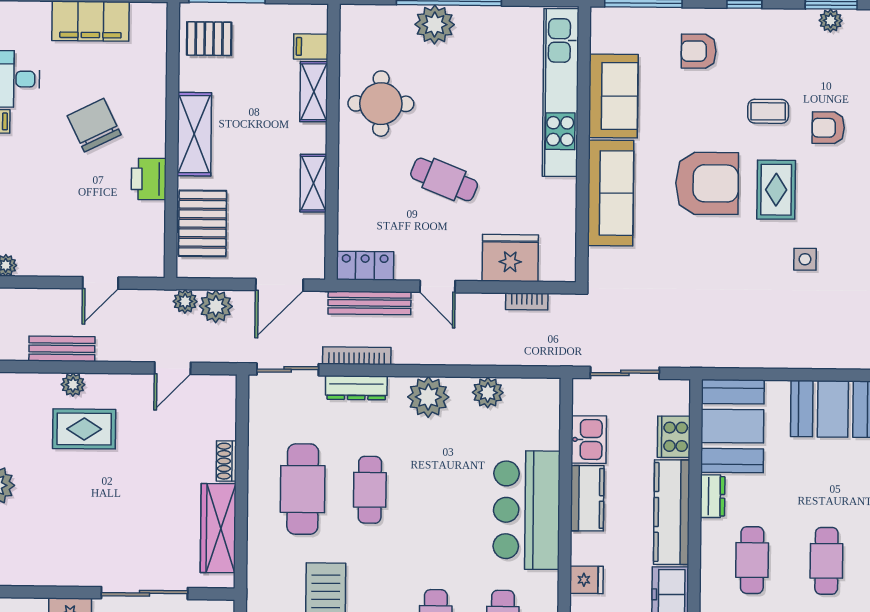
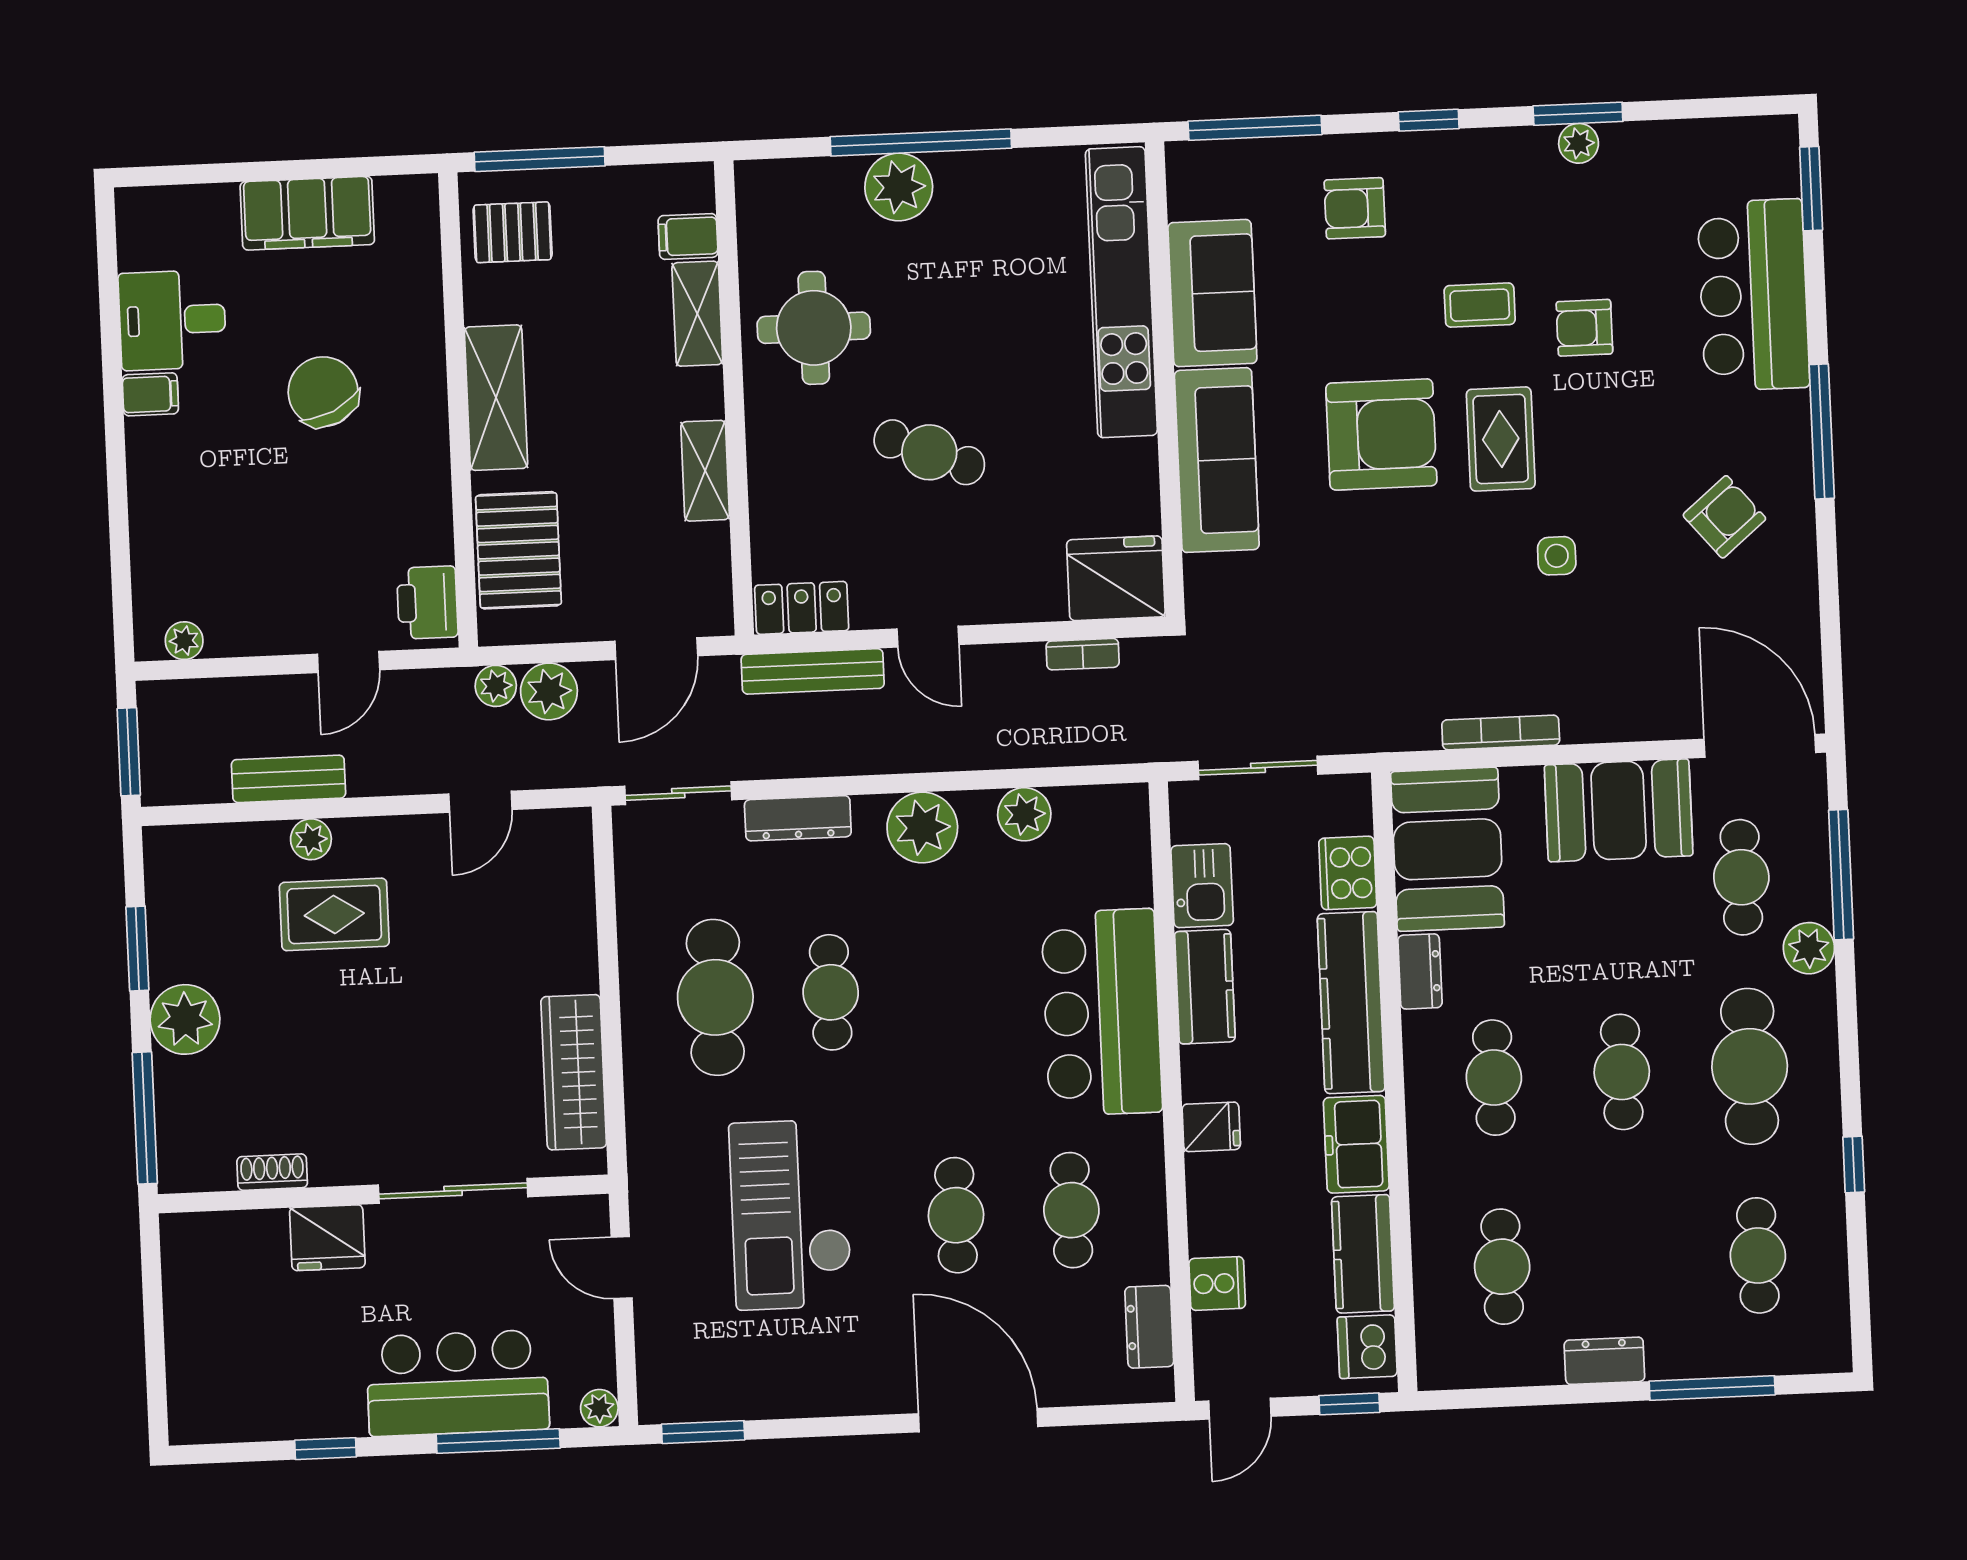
printer: (149, 179) -> (427, 603), moved
fridge: (510, 258) -> (1116, 578), moved
bookcase: (357, 356) -> (1501, 732), moved
shoe rack: (226, 461) -> (272, 1172), moved, turned 90

